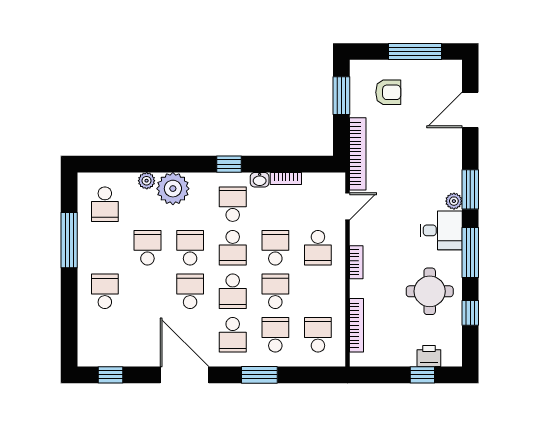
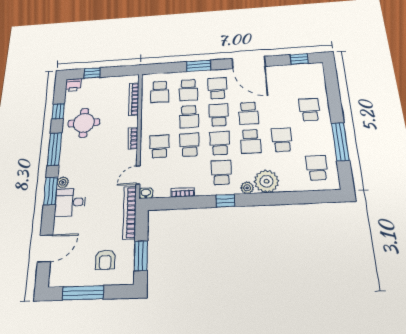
armchair: (388, 92) -> (105, 260), turned -90
washbasin: (260, 180) -> (146, 193), moved
plant: (147, 181) -> (247, 188), moved
school desk: (233, 204) -> (221, 172), turned 180
desk: (441, 230) -> (70, 202), moved
school desk: (147, 248) -> (282, 140), turned 180
school desk: (275, 248) -> (190, 145), turned 180
school desk: (105, 291) -> (310, 110), turned 180
printer: (429, 356) -> (73, 85), moved

